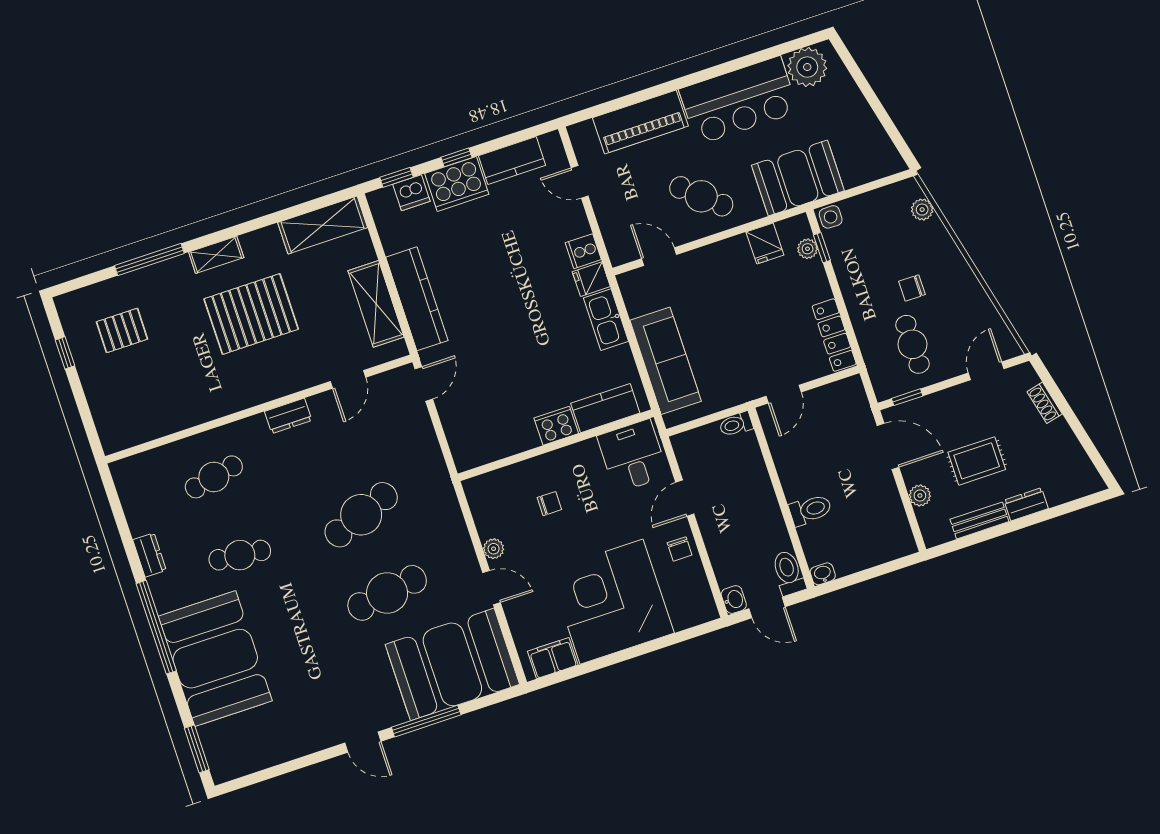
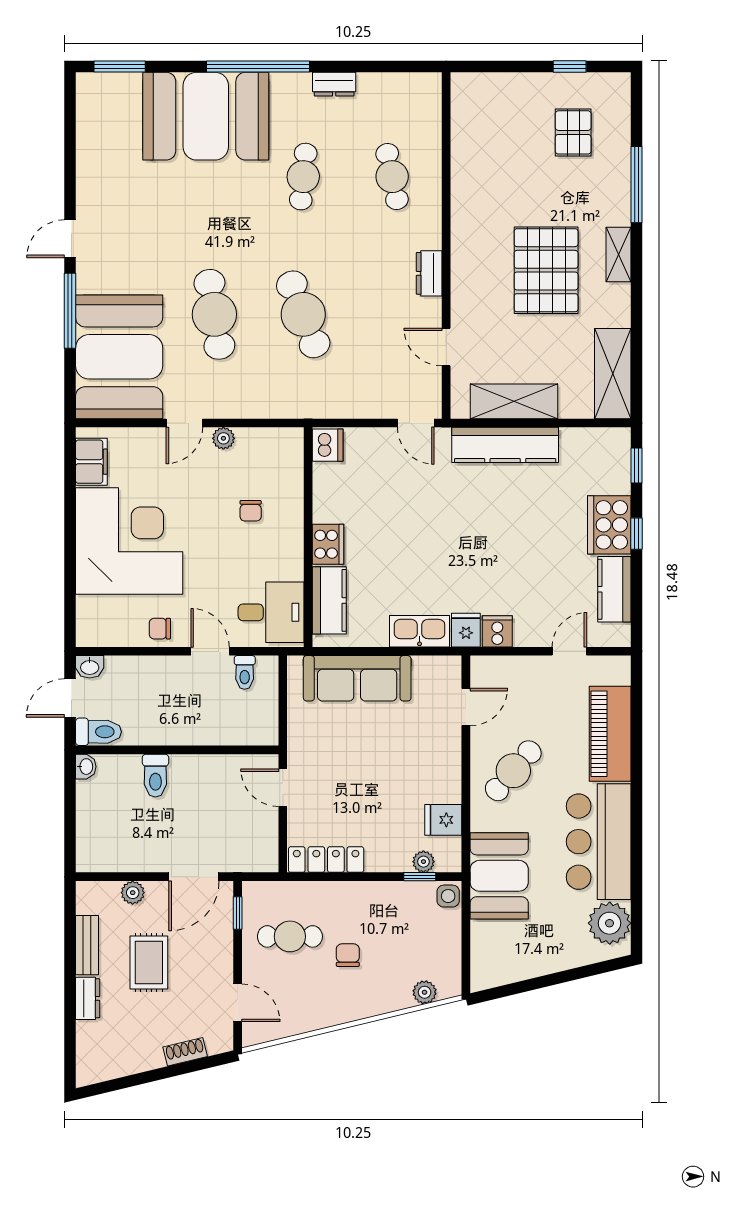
dishwasher: (411, 193) -> (328, 445), moved, turned 180
toilet: (736, 424) -> (245, 672), moved, turned 180

